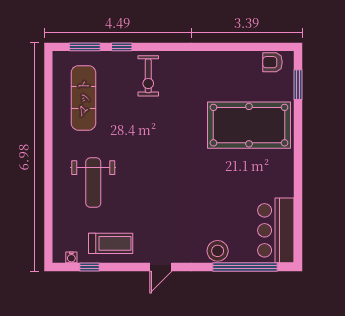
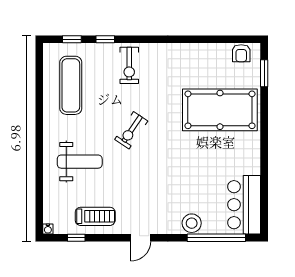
window: (85, 47) -> (72, 39), width x0.67
armchair: (273, 62) -> (241, 53), turned -90
exercise bike: (151, 148) -> (131, 130), added
weight bench: (93, 183) -> (80, 162), turned -90
water cooler: (71, 257) -> (48, 229), moved

